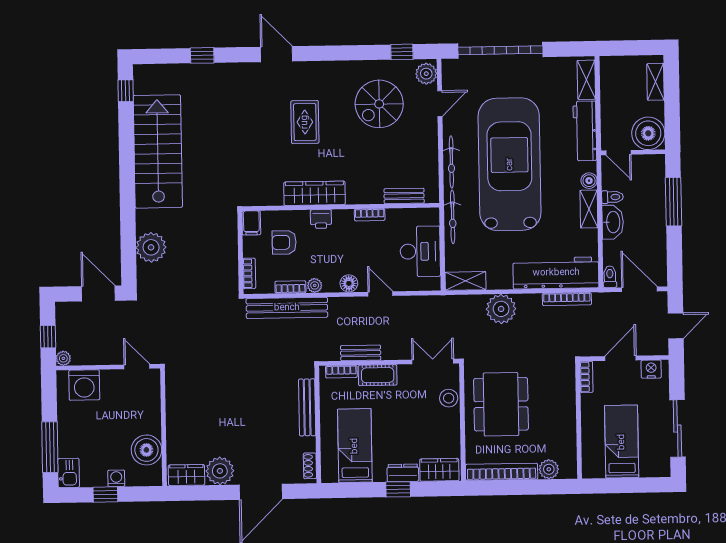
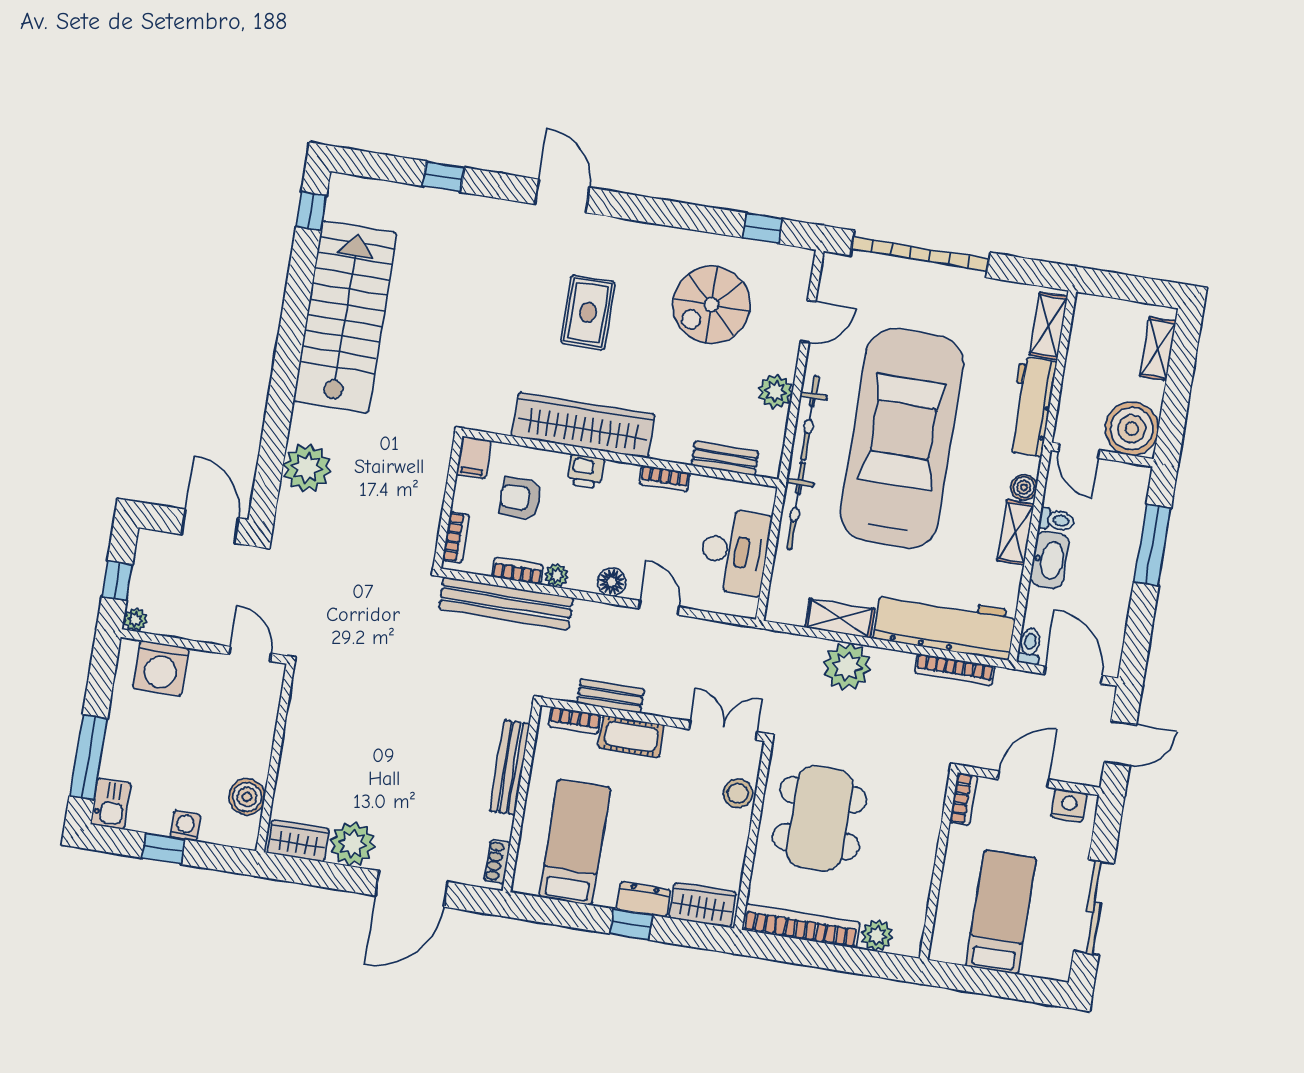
plant: (426, 74) -> (776, 391), moved
wardrobe: (315, 193) -> (583, 425), width x1.40, depth x1.17
shelving: (465, 281) -> (840, 618), moved
boiler: (146, 450) -> (247, 797), width x0.73, depth x0.73

